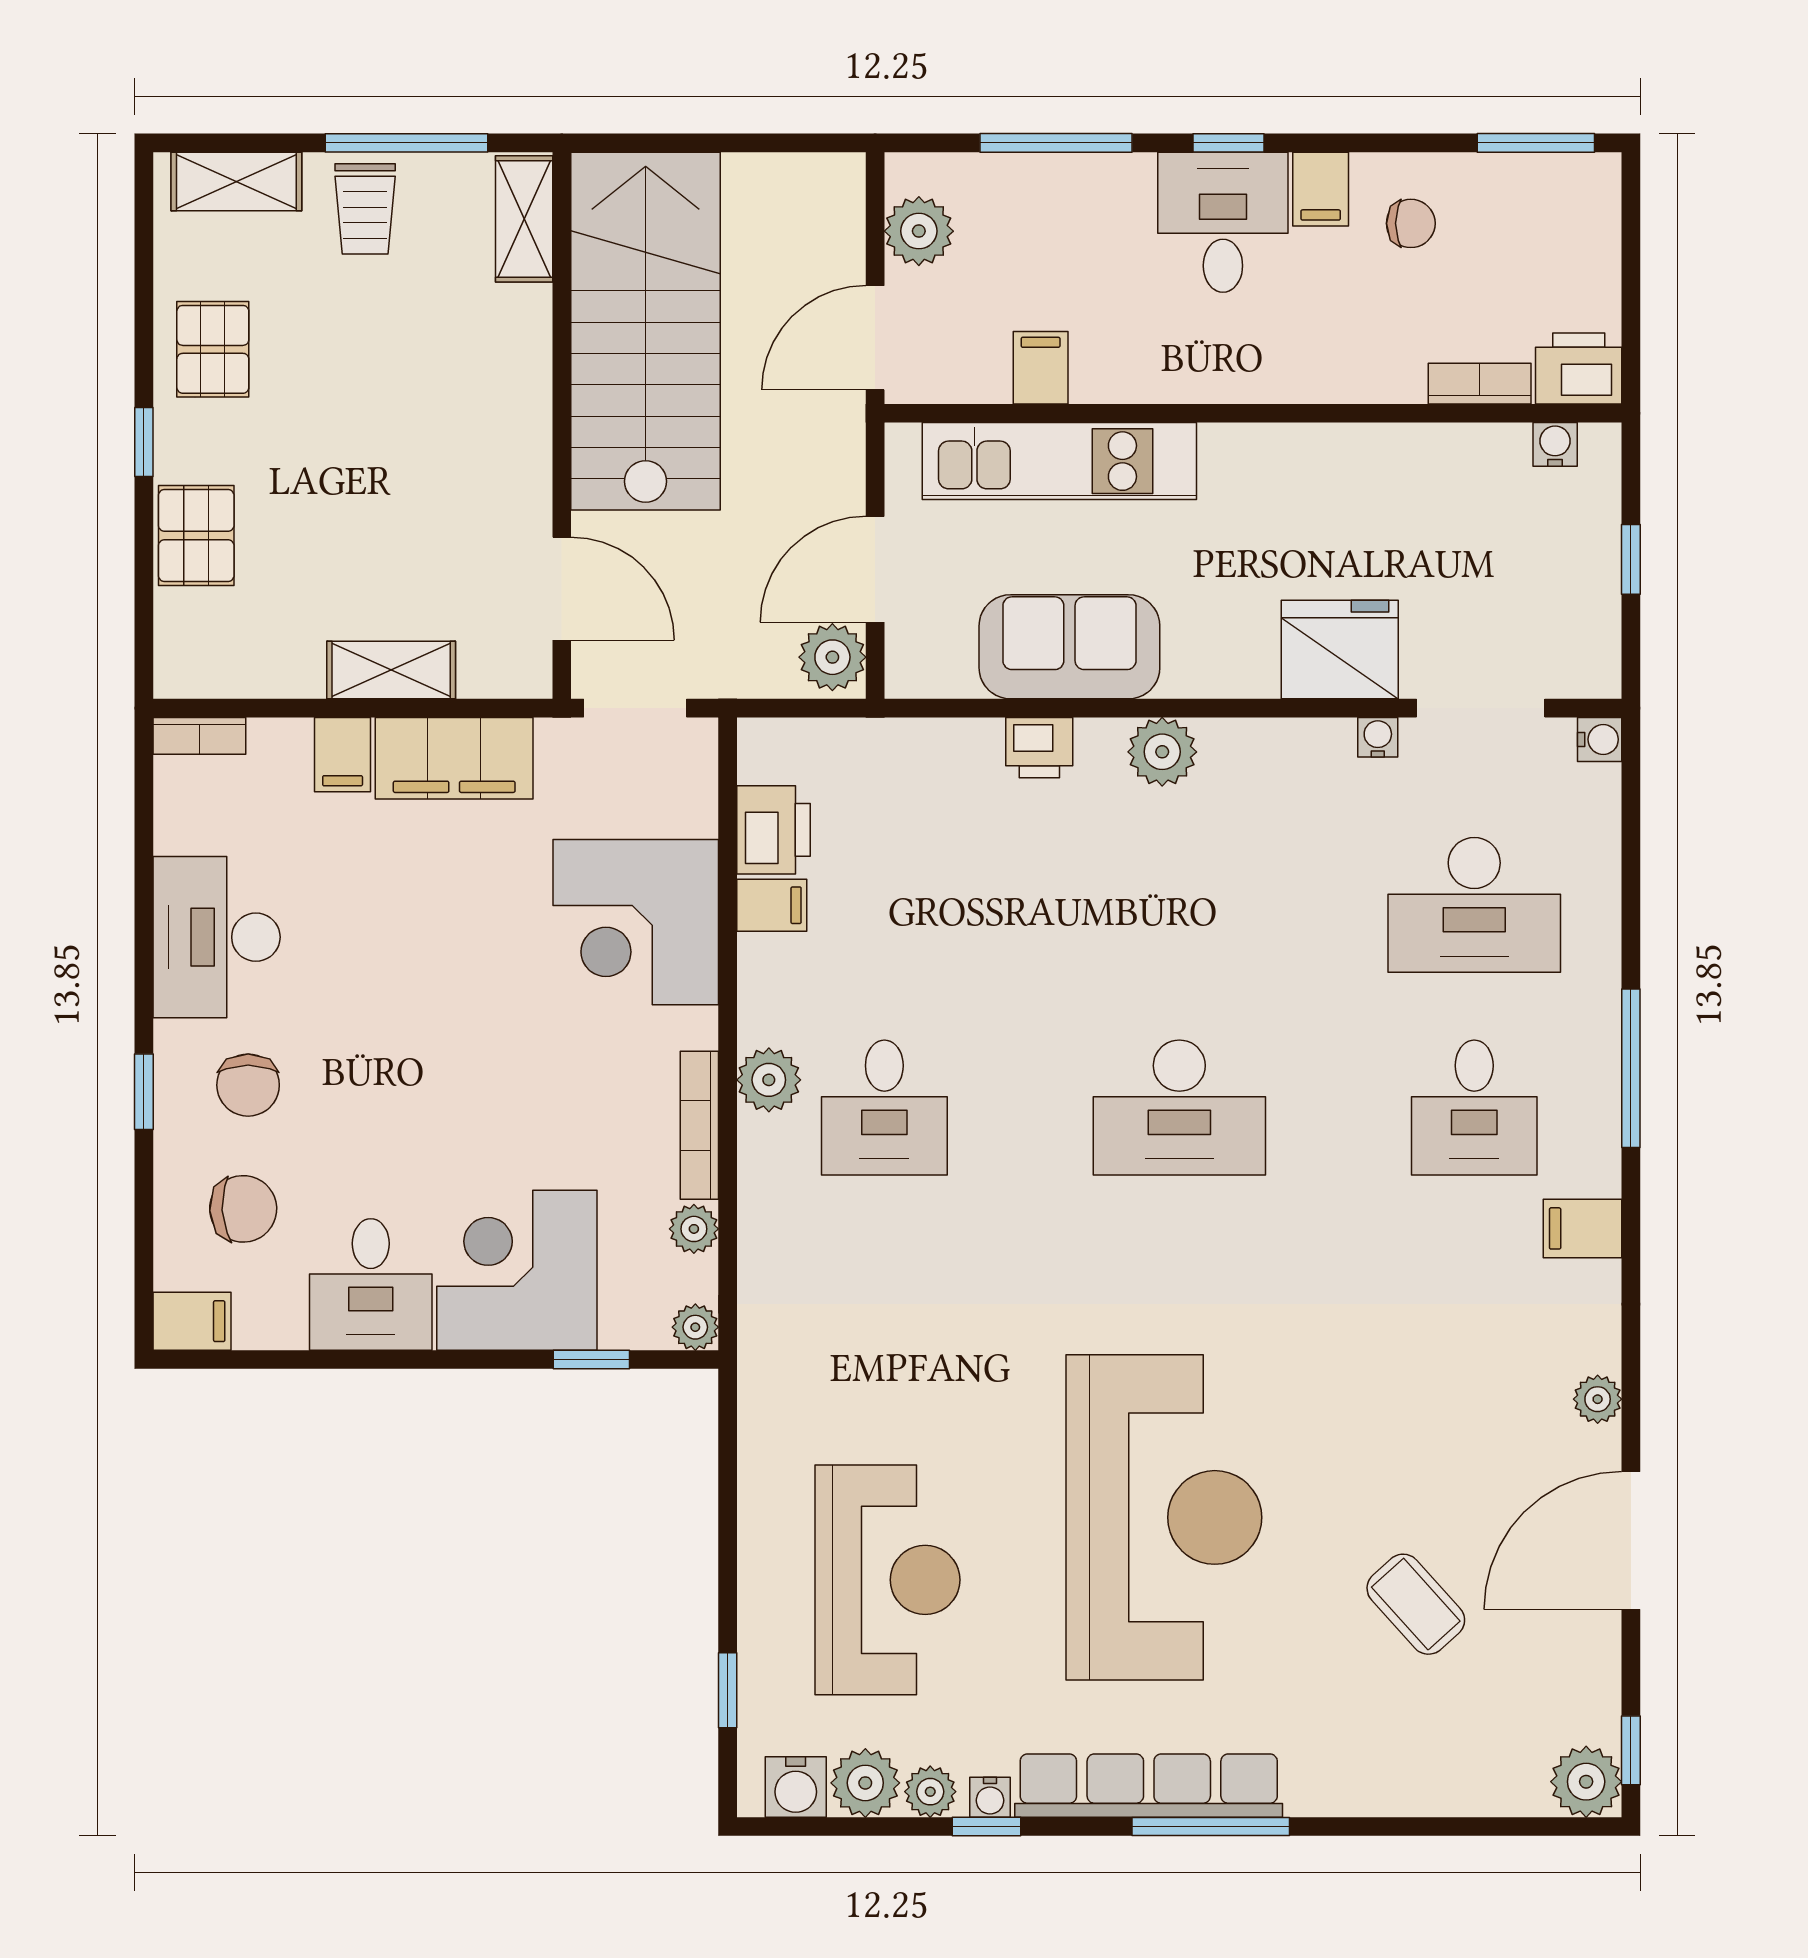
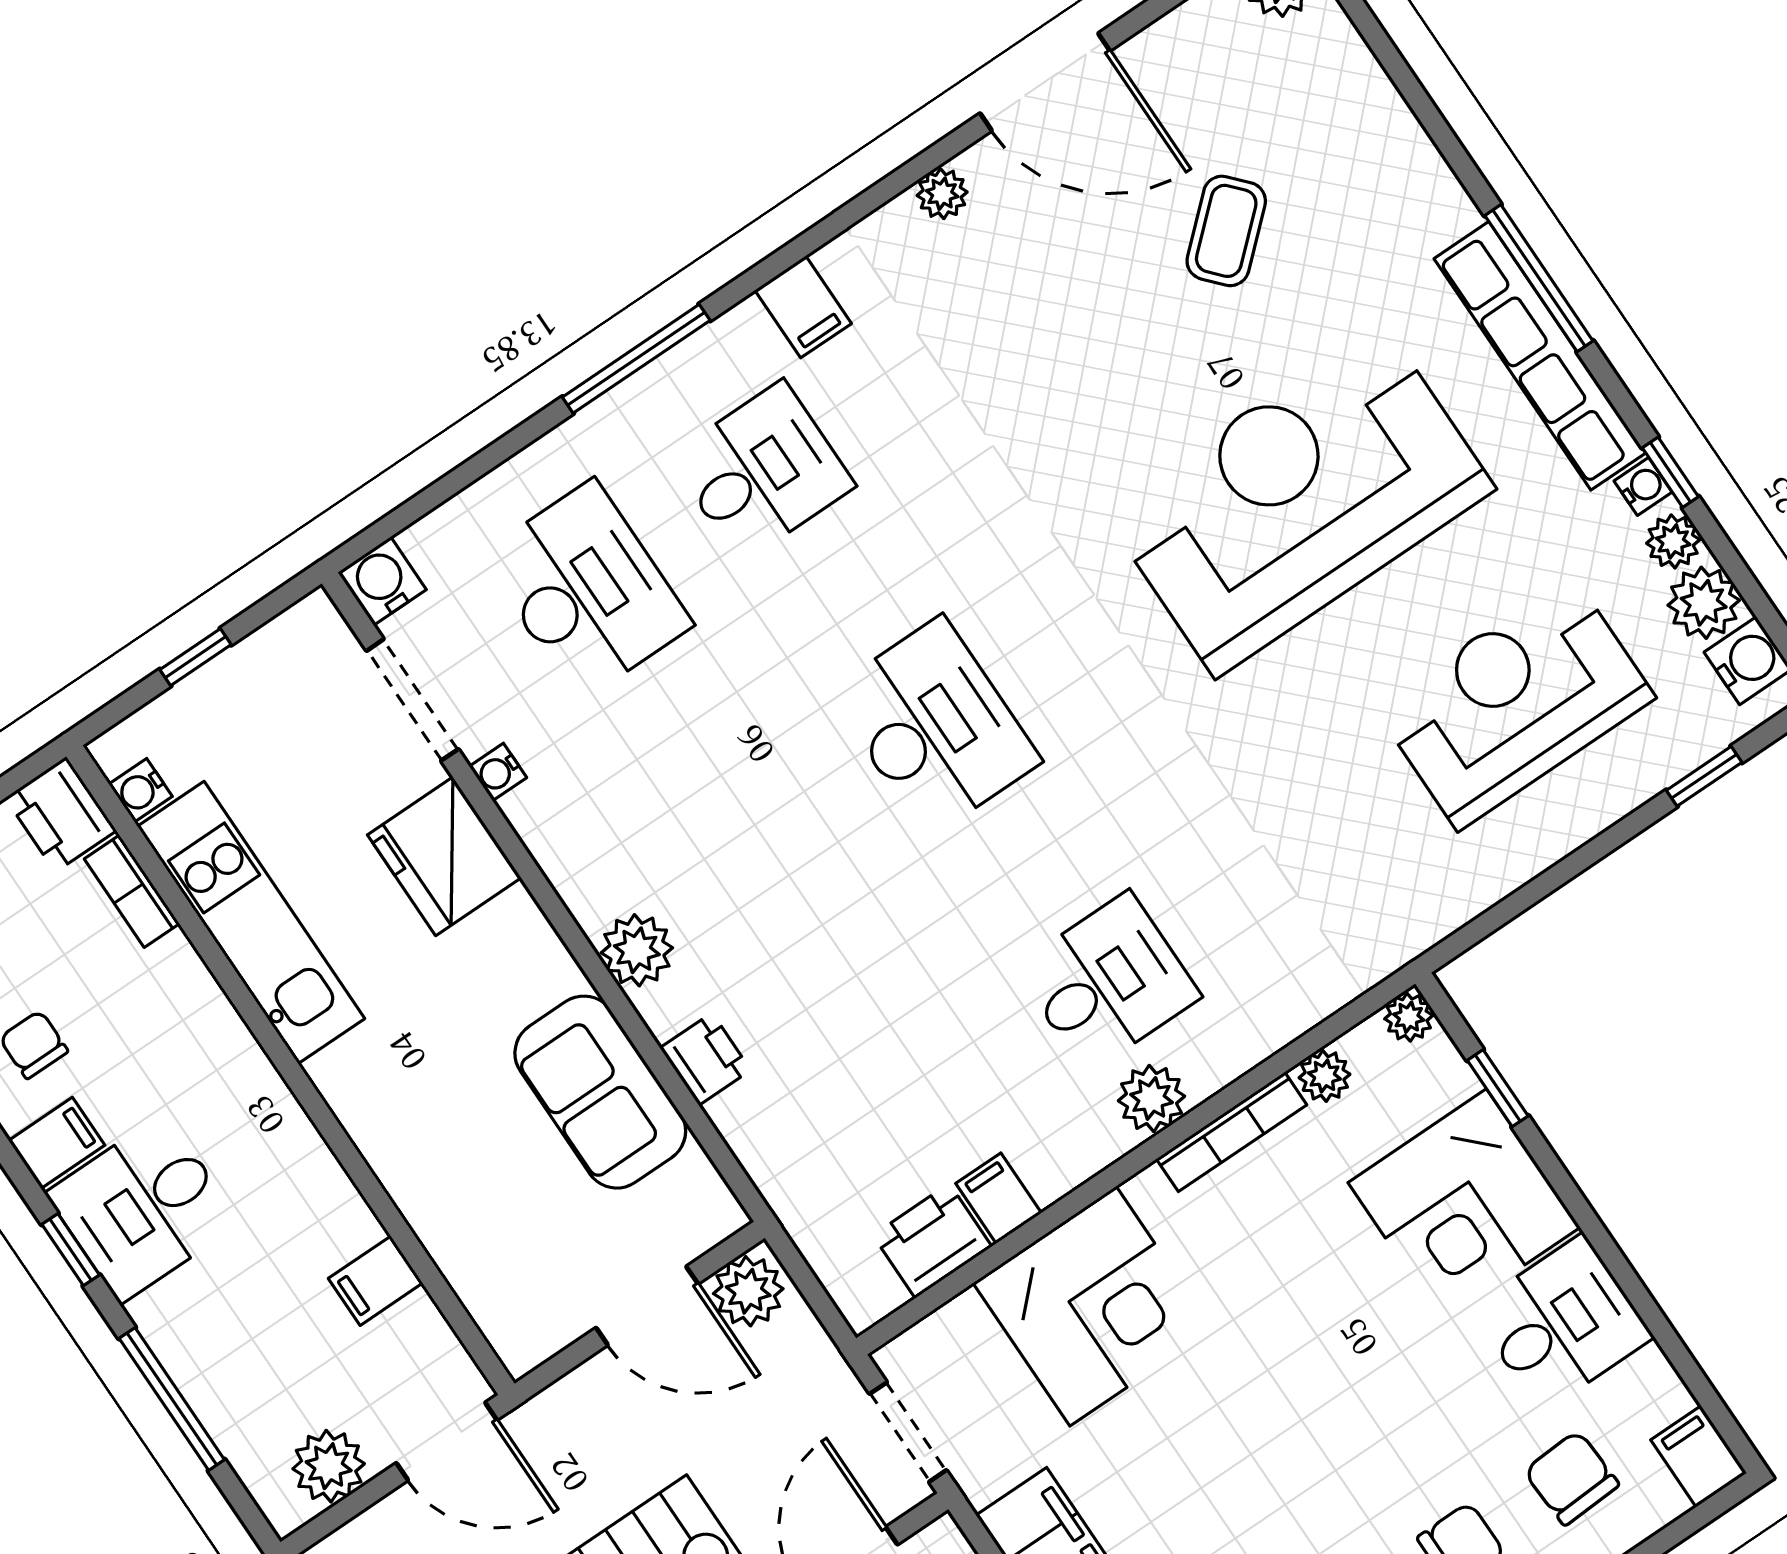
kitchen unit: (1059, 461) -> (251, 922), moved
water cooler: (1600, 739) -> (382, 581), width x1.38, depth x1.38

